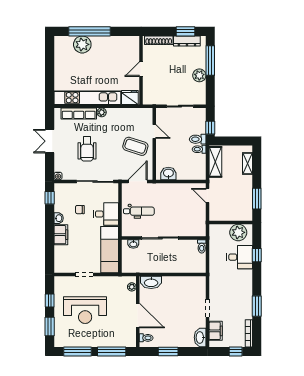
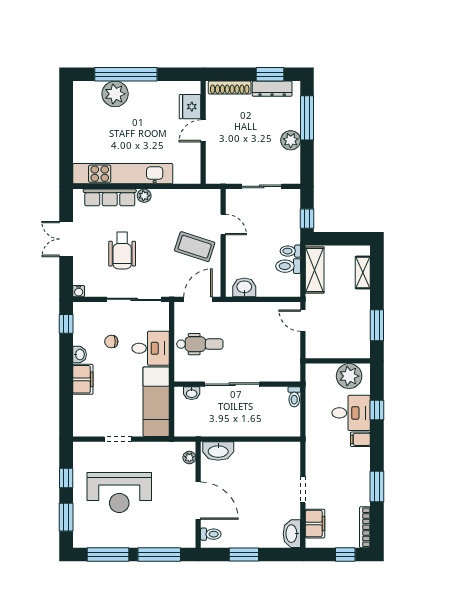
fridge: (130, 97) -> (190, 107), moved, turned -90
toilet: (198, 139) -> (288, 266), moved
filing cabinet: (246, 275) -> (360, 439), added

